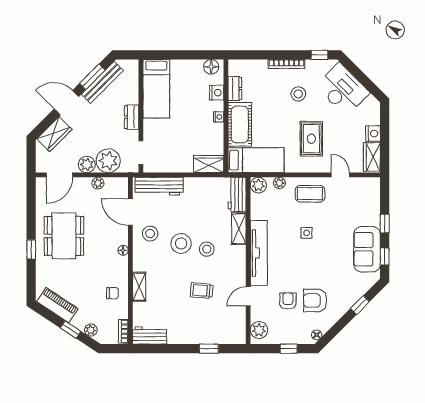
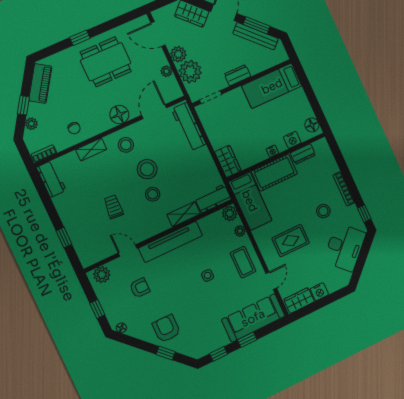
stool: (150, 234) -> (126, 145), moved
sofa: (367, 249) -> (253, 318), moved, width x1.36
floor lamp: (123, 250) -> (119, 115), width x1.89, depth x1.89
armchair: (315, 301) -> (166, 329), moved

